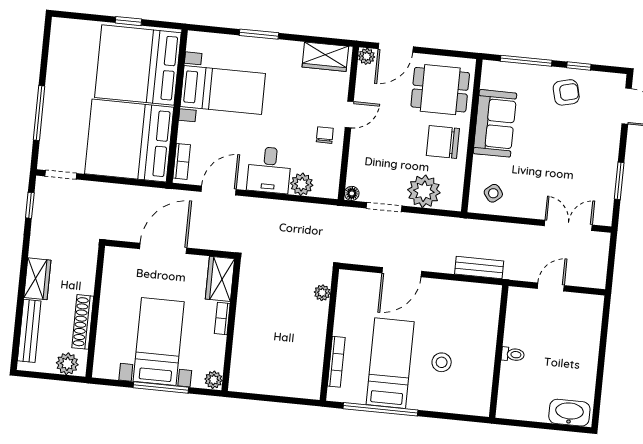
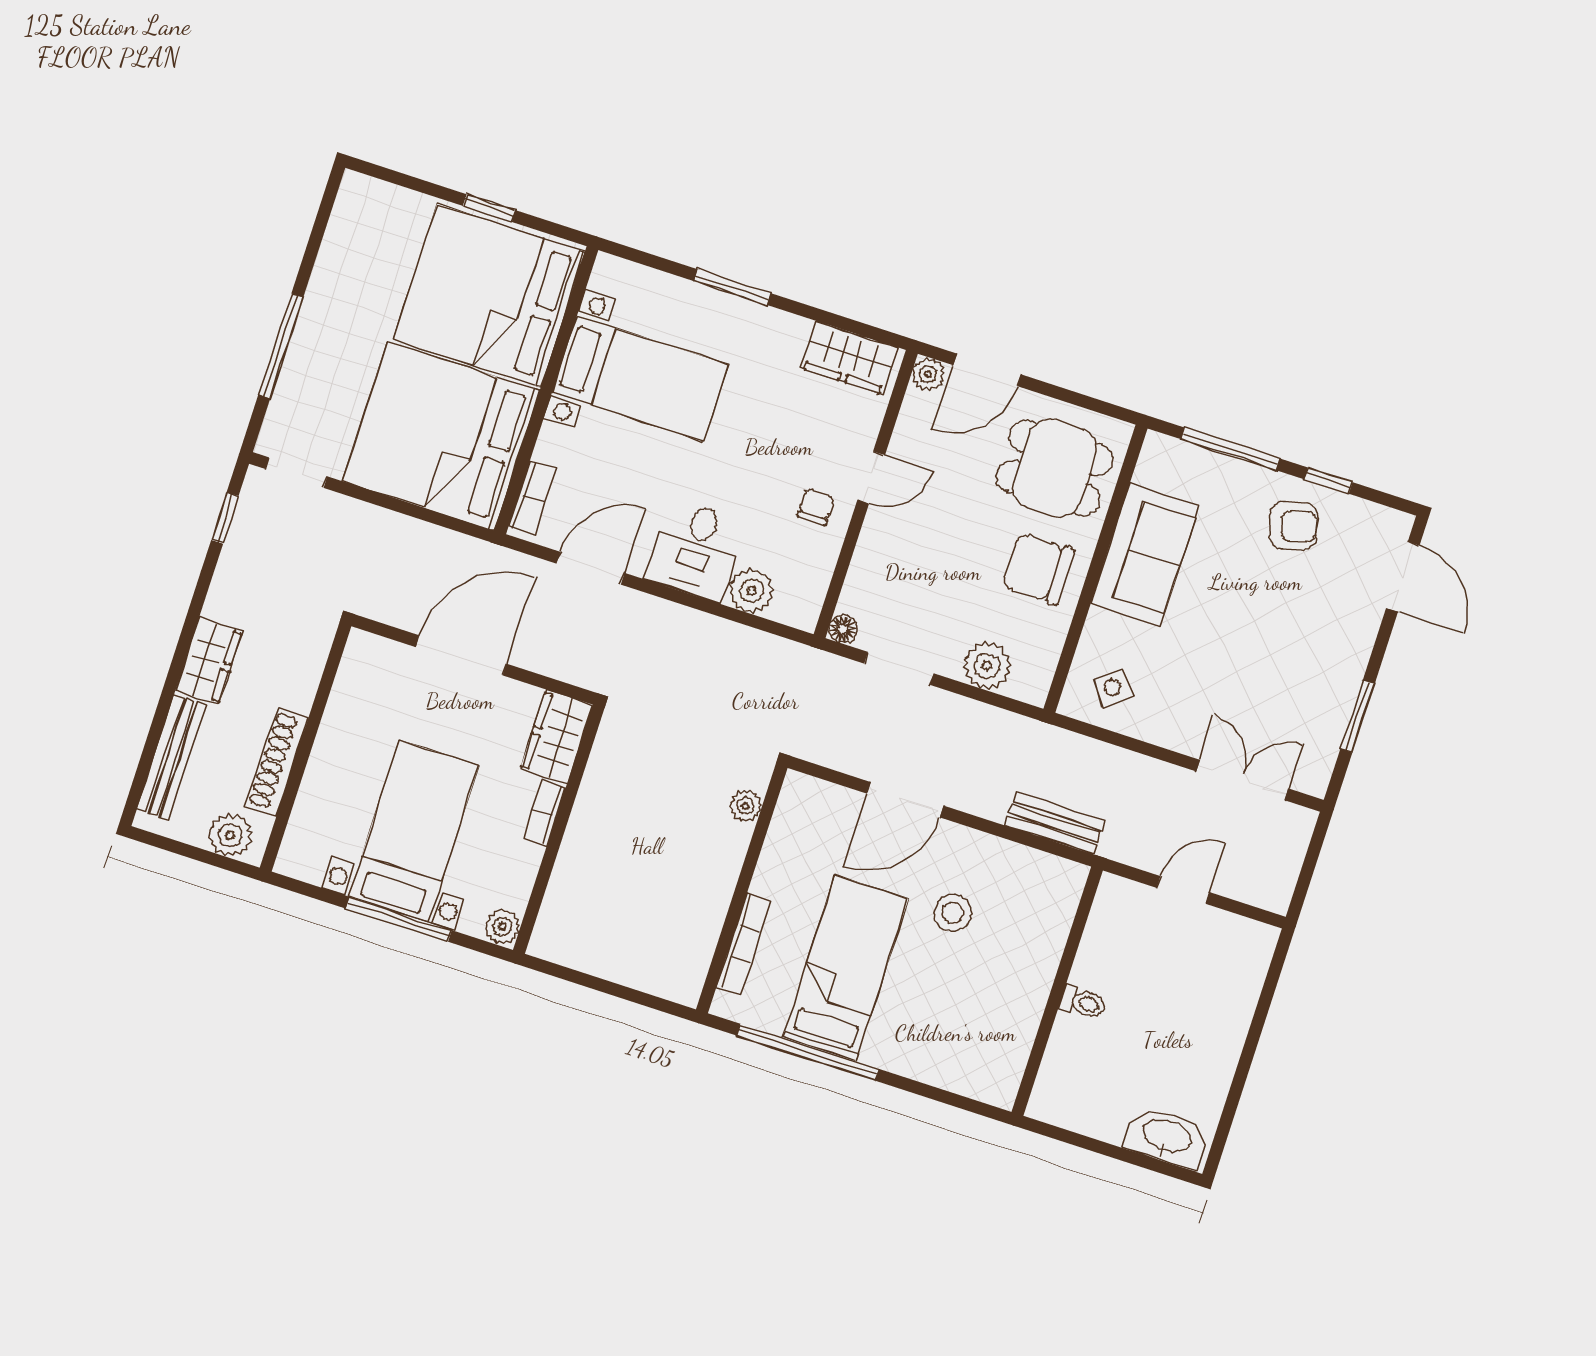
plant: (424, 191) -> (987, 666), width x0.73, depth x0.73
stool: (442, 362) -> (952, 913), moved

